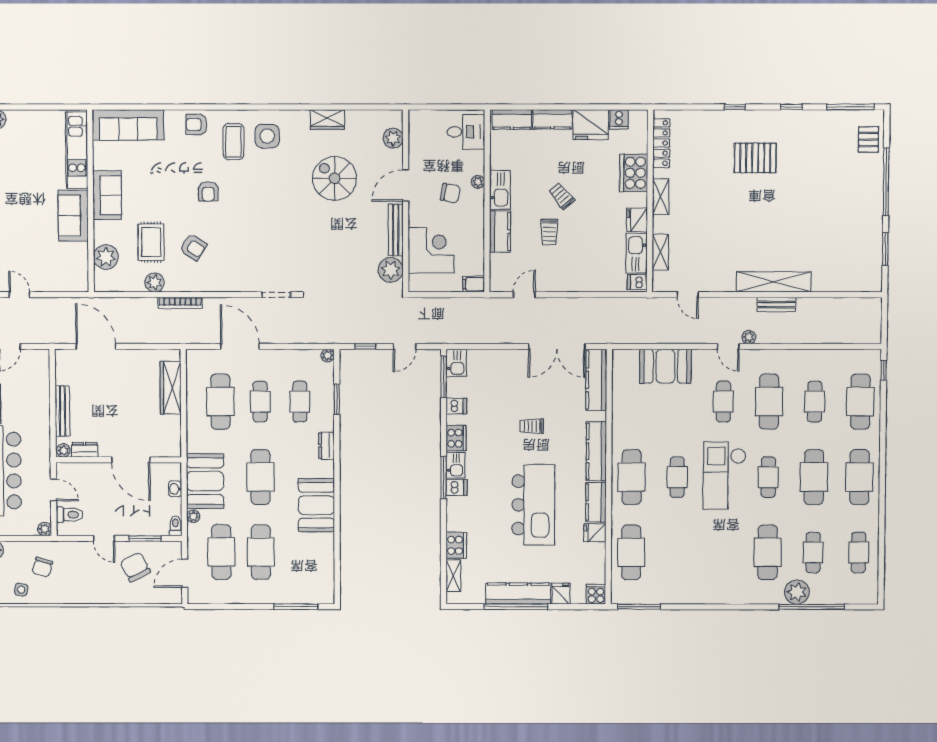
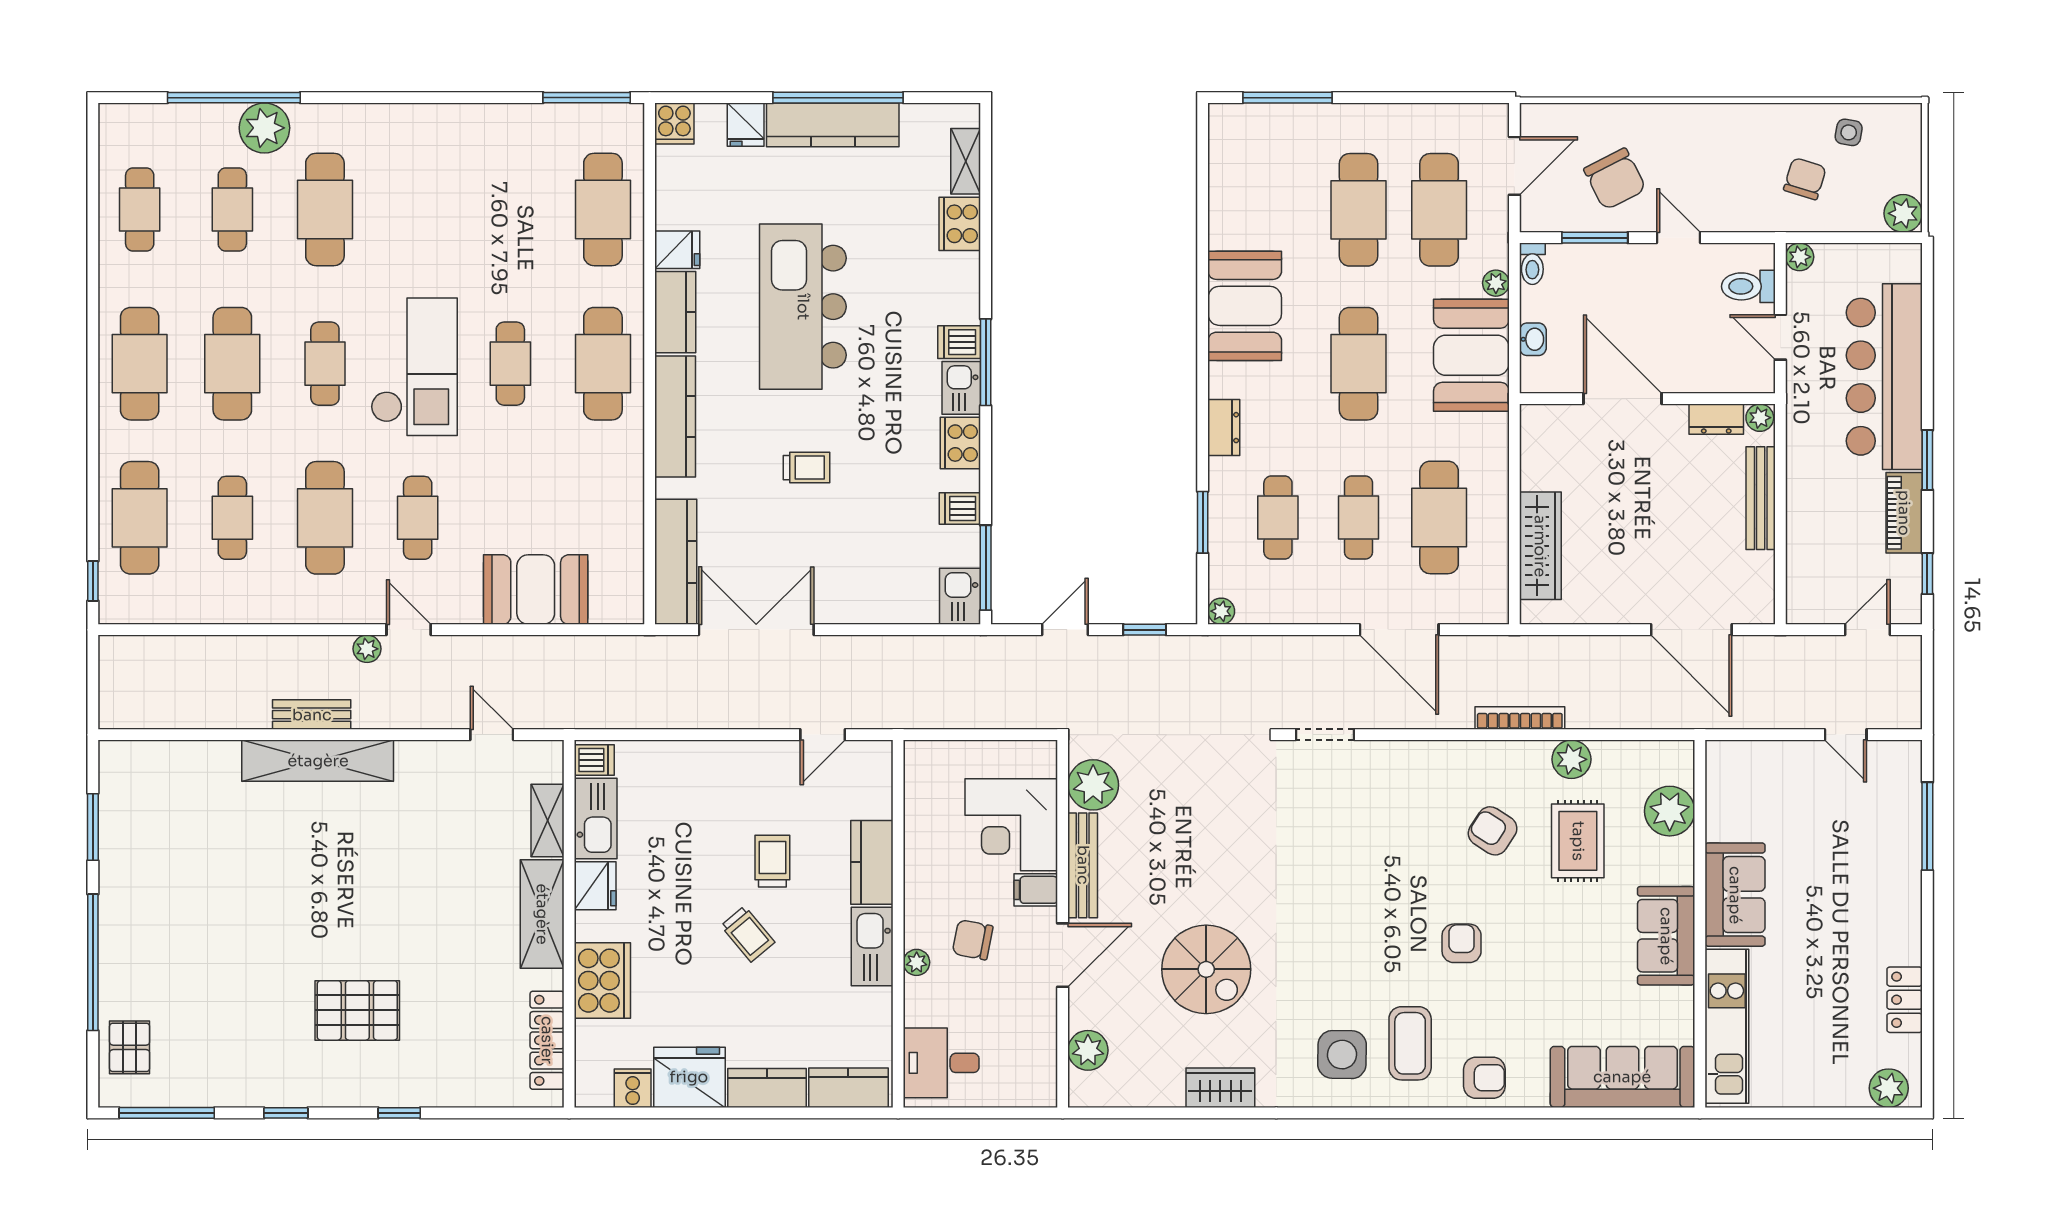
shelving: (661, 197) -> (542, 914), width x1.50, depth x1.33
filing cabinet: (474, 284) -> (1036, 890), moved, turned 180

